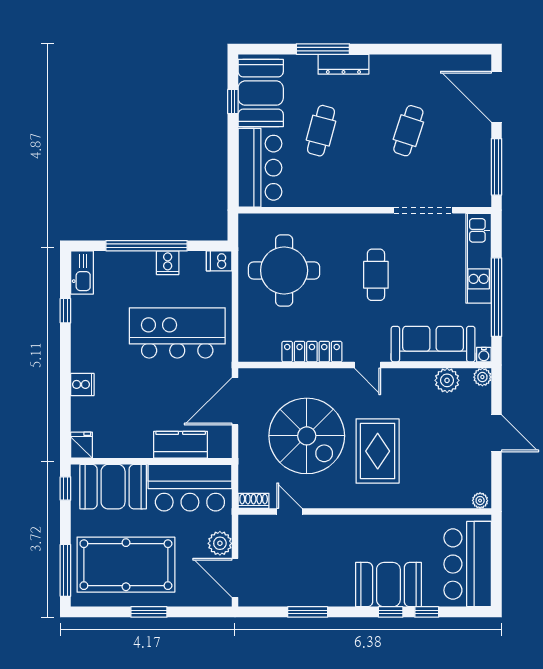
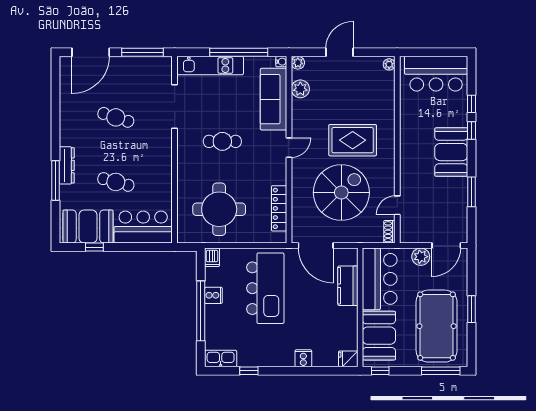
kitchen island: (177, 333) -> (265, 288), turned 180
locker: (312, 352) -> (279, 208), moved
booth: (388, 585) -> (451, 152), moved

